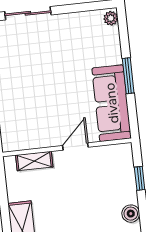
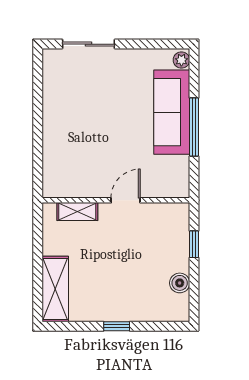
window: (128, 76) -> (194, 127), width x1.44
sofa: (112, 103) -> (172, 112), moved

